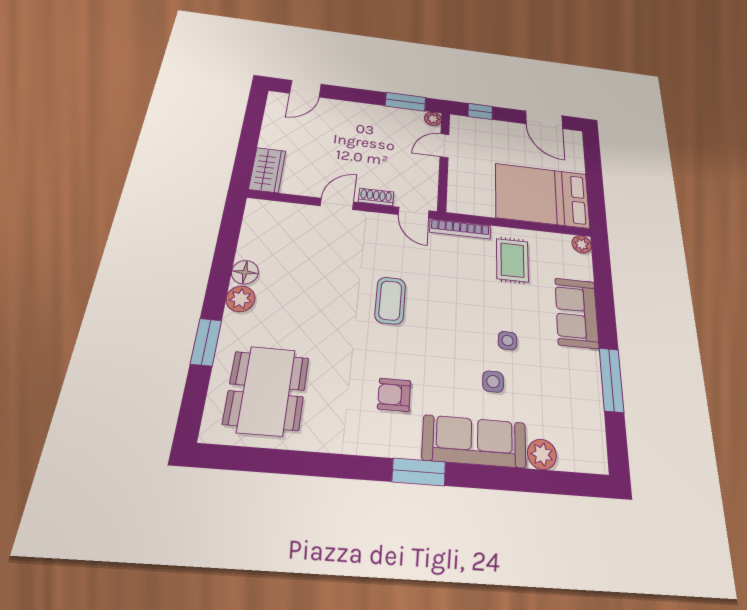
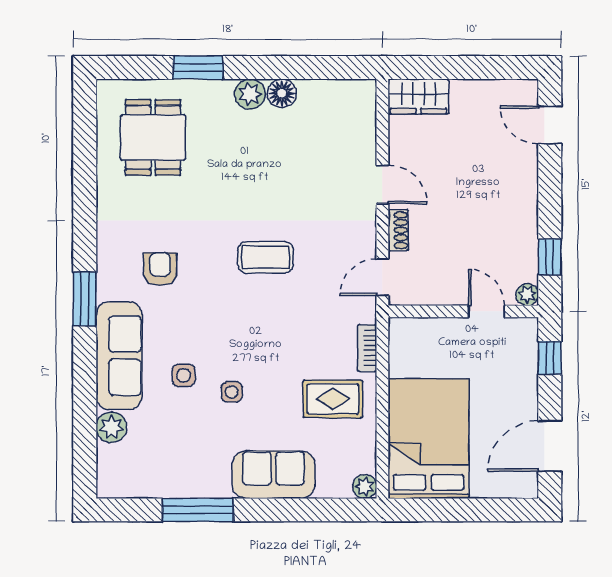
window: (405, 102) -> (550, 257), width x0.67
bookcase: (460, 229) -> (367, 348), width x0.64
dining table: (266, 390) -> (153, 137), width x0.73

